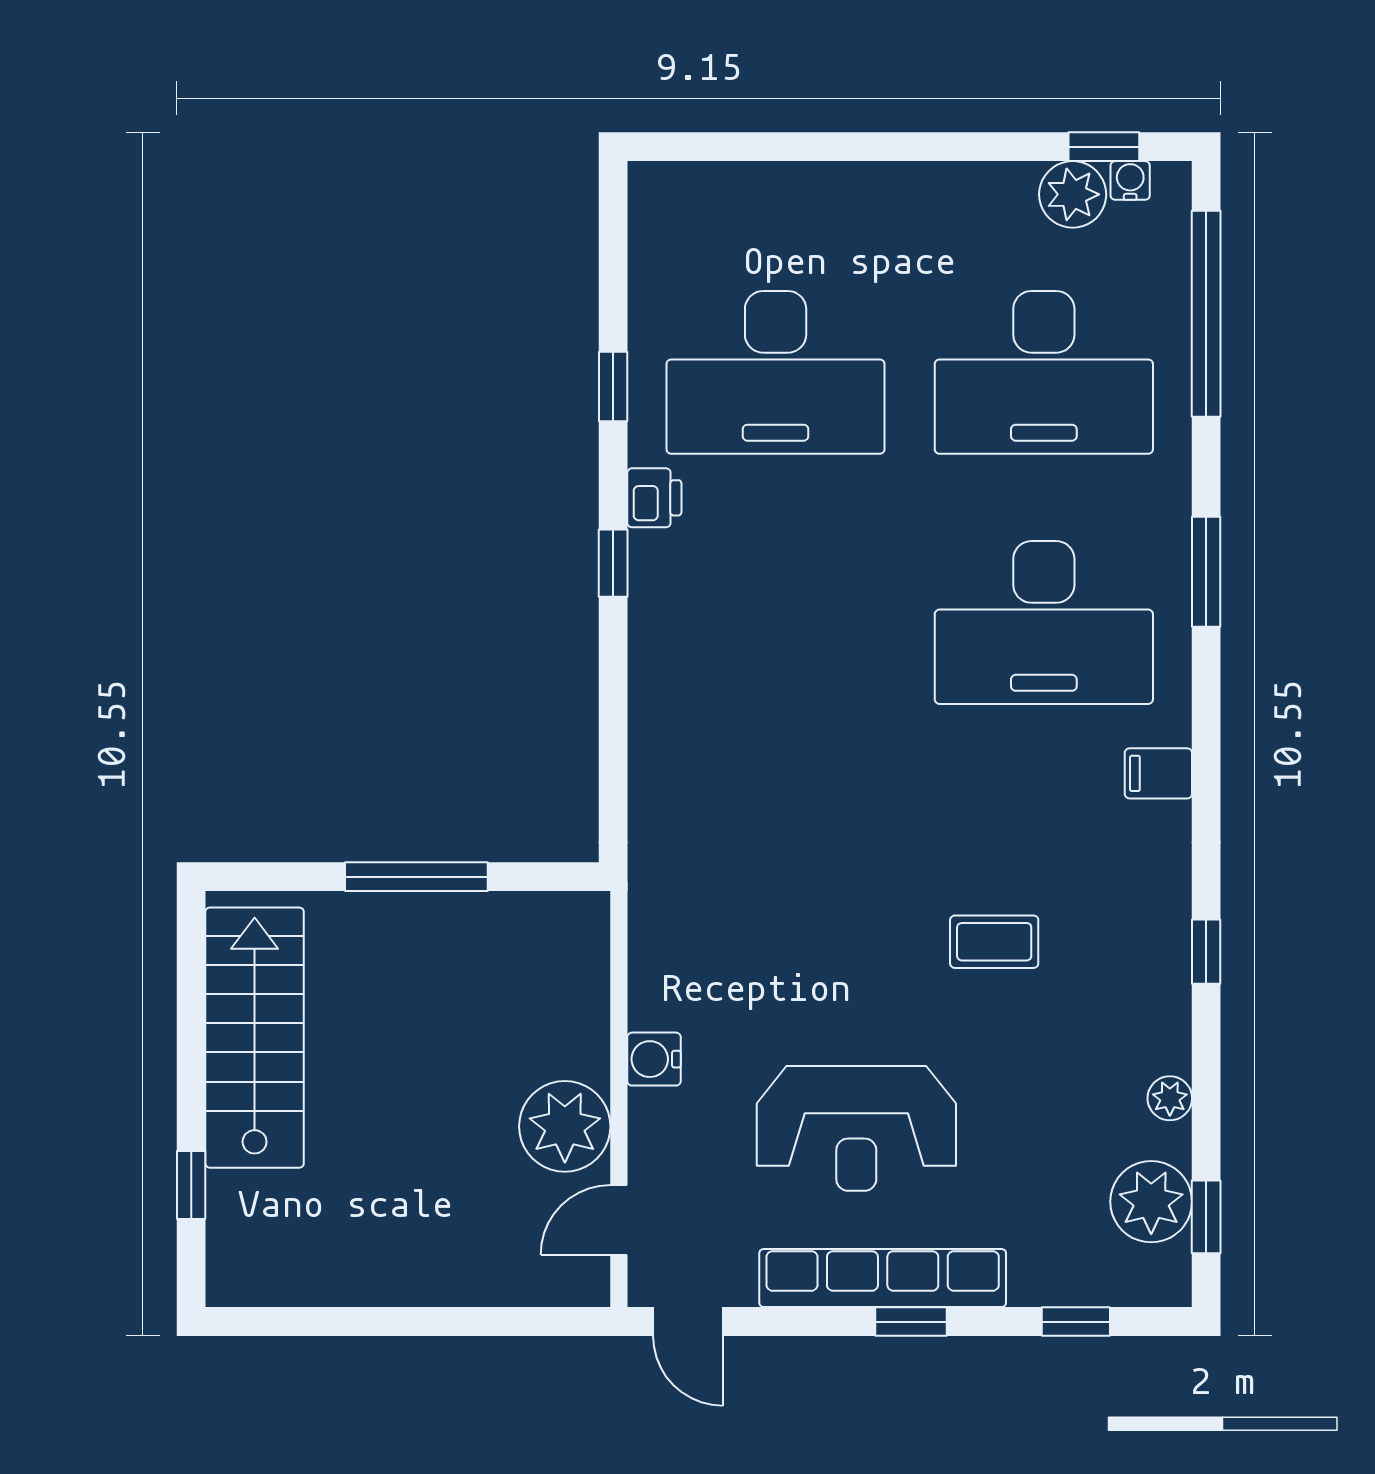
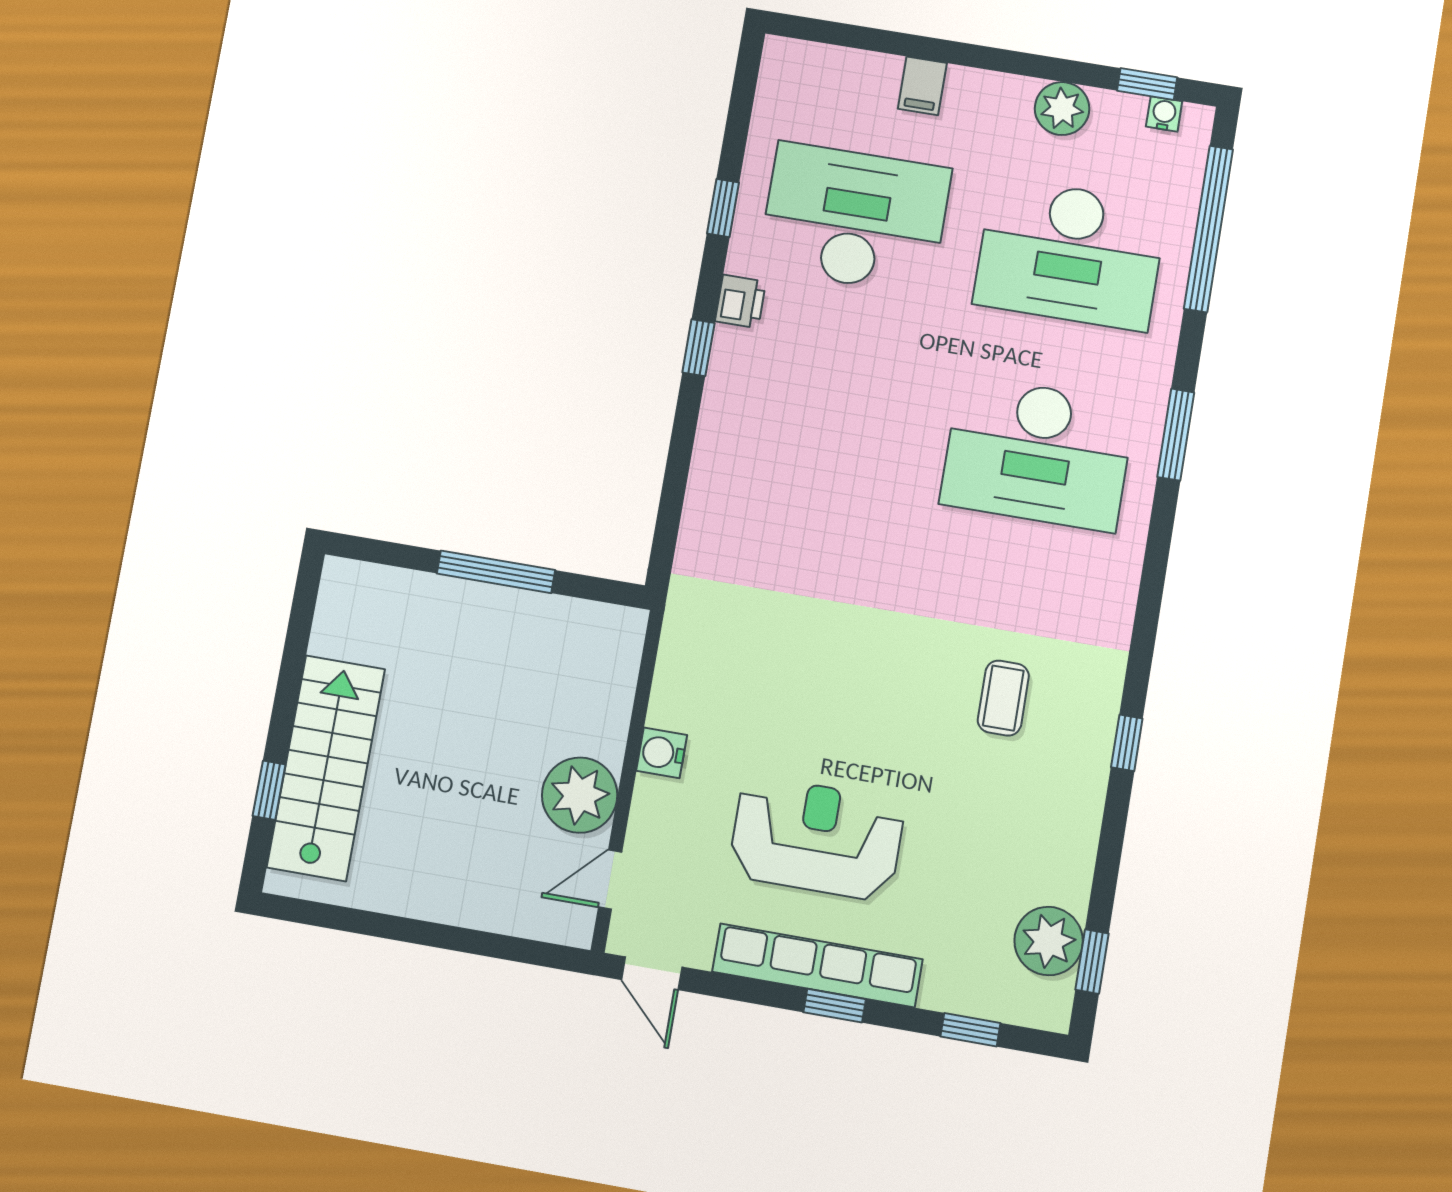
plant: (1073, 194) -> (1062, 109), moved
desk: (776, 372) -> (855, 218), turned 180
filing cabinet: (1158, 773) -> (922, 86), moved, turned -90
coffee table: (994, 942) -> (1003, 698), moved, turned 90
stairs: (255, 1038) -> (326, 768), moved
plant: (1170, 1098) -> (1078, 858), removed
reception desk: (856, 1128) -> (817, 838), turned 180

